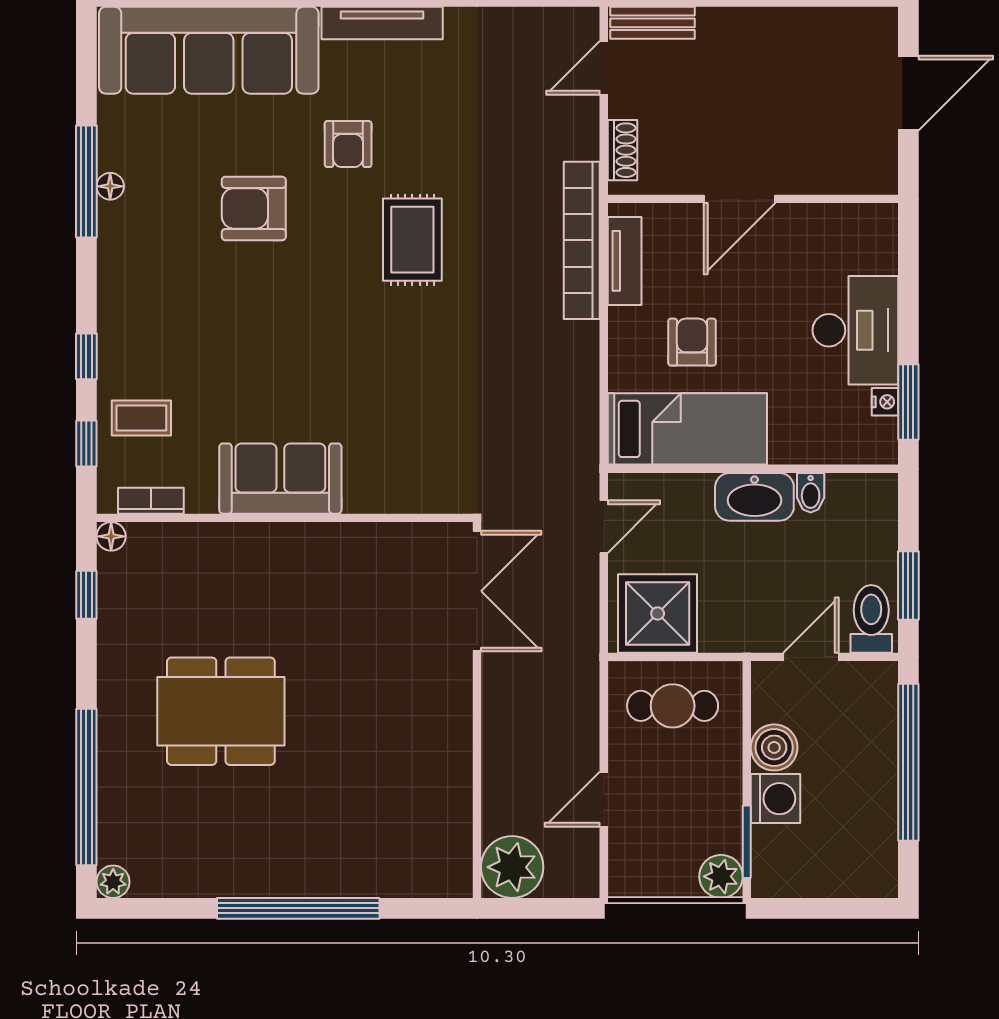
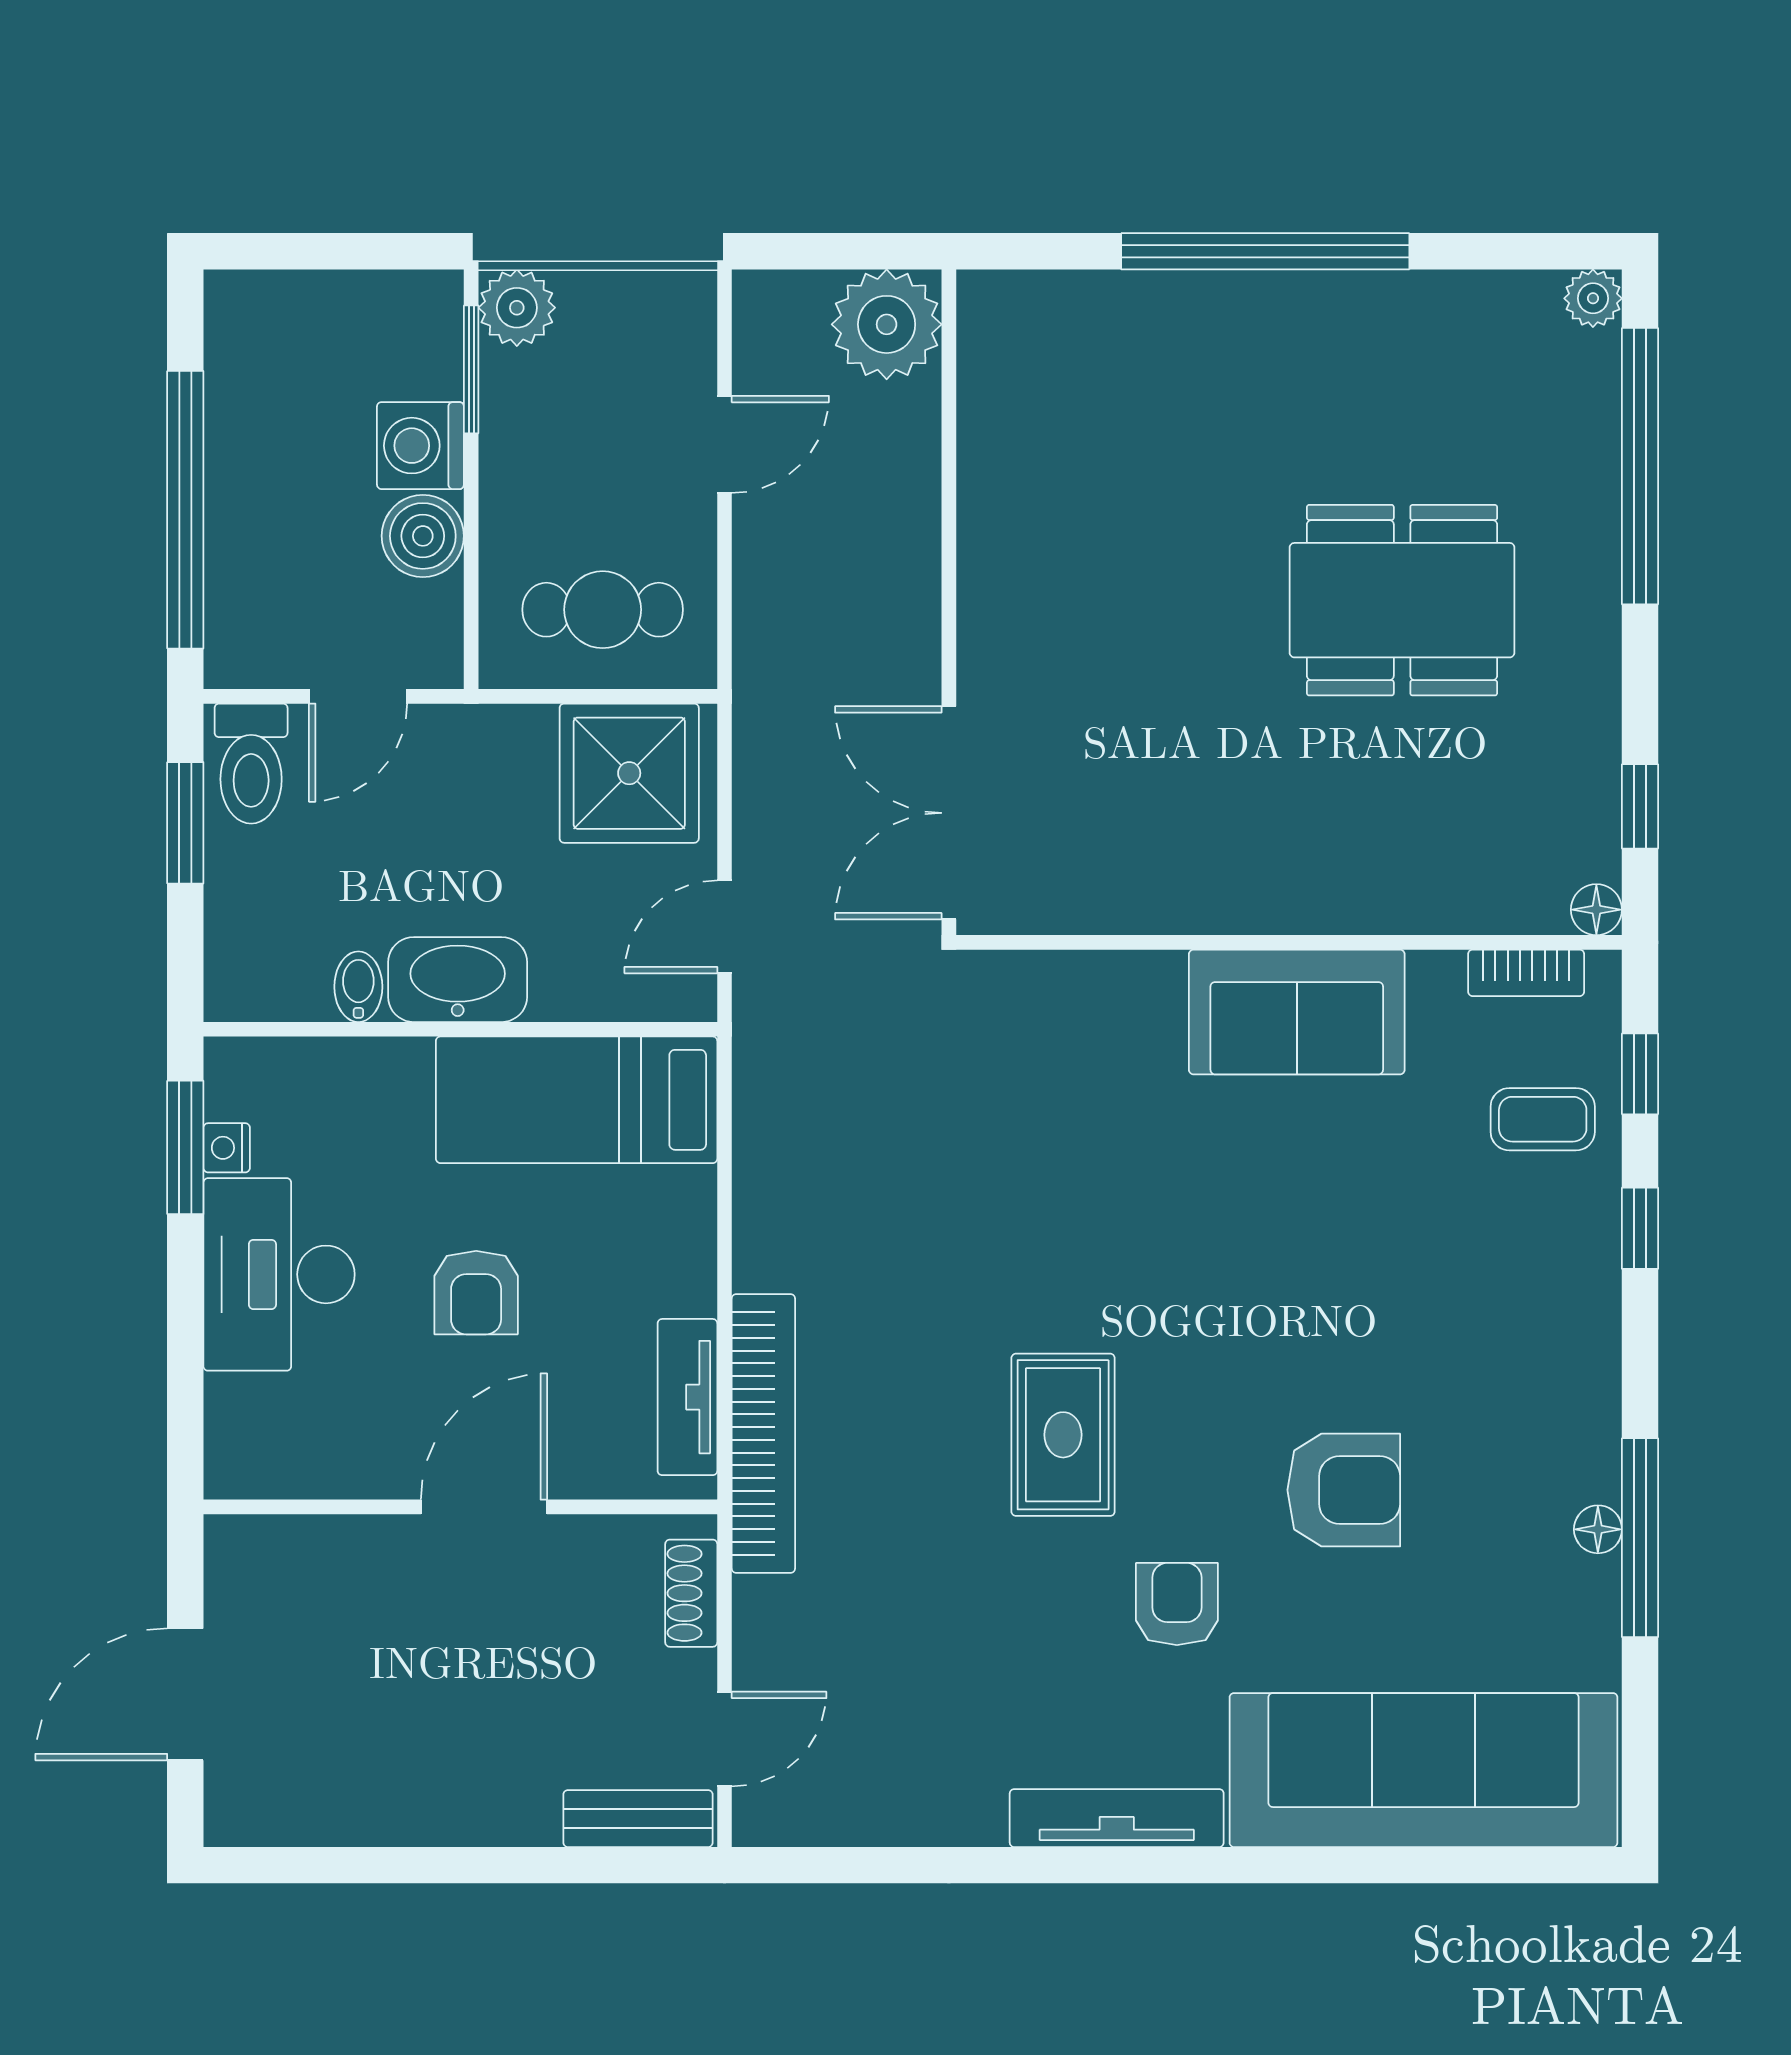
armchair: (692, 342) -> (476, 1293), moved

